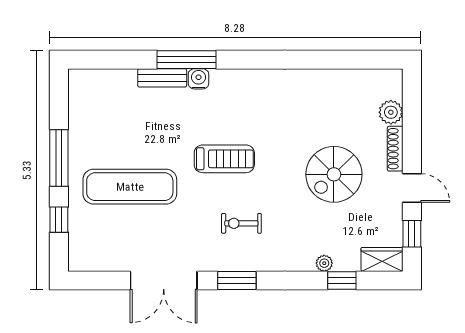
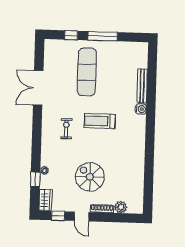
window: (186, 60) -> (151, 103), removed
bench: (162, 78) -> (142, 86), width x1.36
treadmill: (224, 159) -> (100, 121), turned 90
door: (412, 188) -> (82, 217), hinge flipped
window: (237, 280) -> (37, 125), removed

